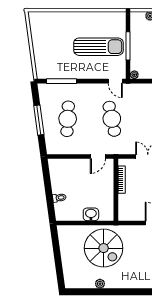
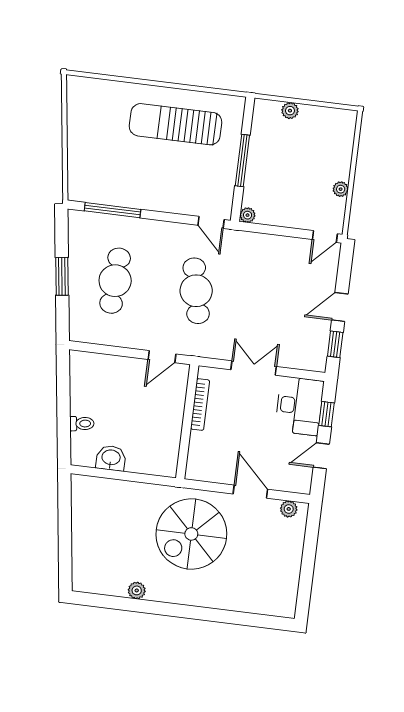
sun lounger: (98, 47) -> (176, 124), moved, turned 180
window: (39, 120) -> (62, 276), width x0.69
washbasin: (91, 214) -> (111, 458), moved
spiral stairs: (104, 248) -> (191, 534), moved, turned 90

